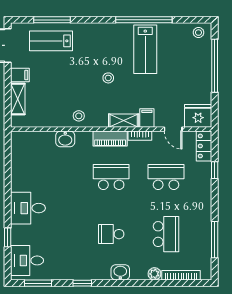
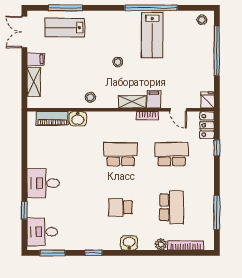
fridge: (198, 116) -> (207, 100), width x0.53, depth x0.75
piano: (110, 139) -> (52, 118), moved

